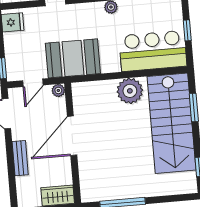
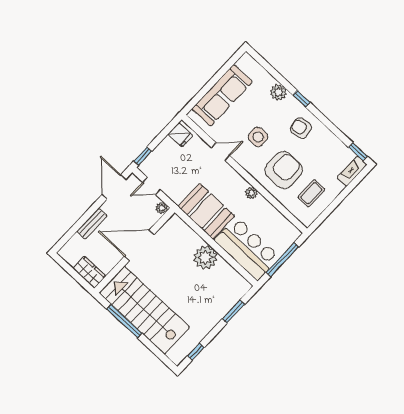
window: (187, 30) -> (282, 260), width x2.17
booth: (73, 58) -> (206, 211), moved
stairs: (171, 123) -> (144, 310), moved, turned 90

